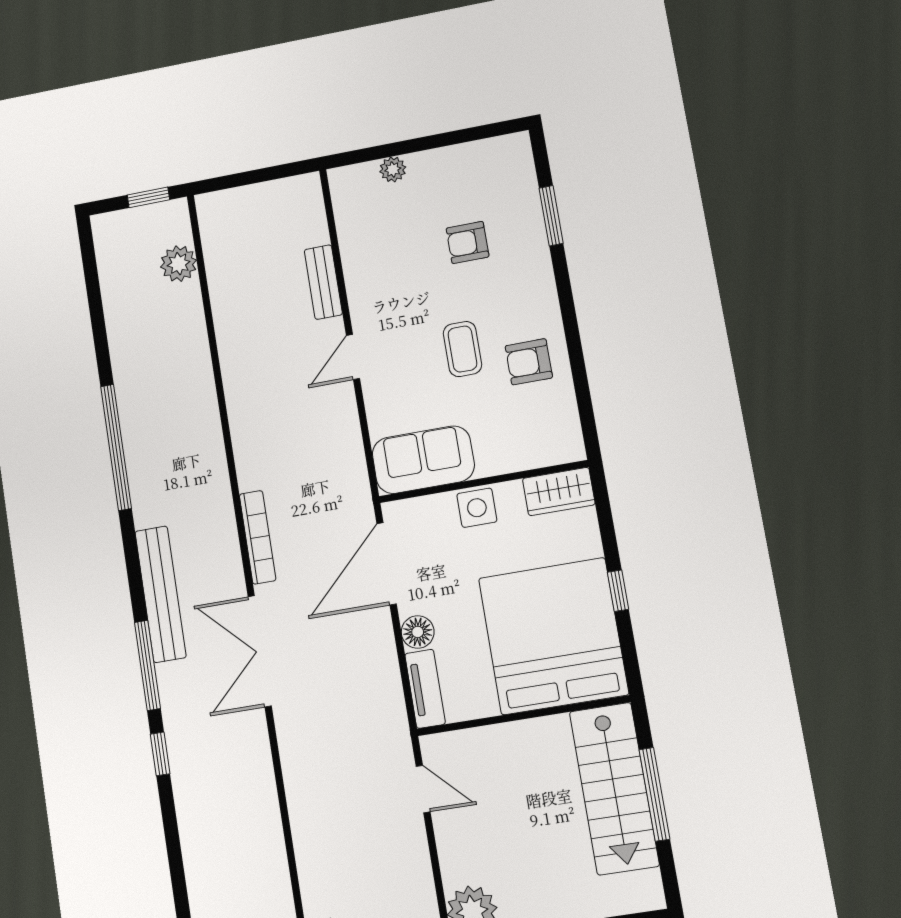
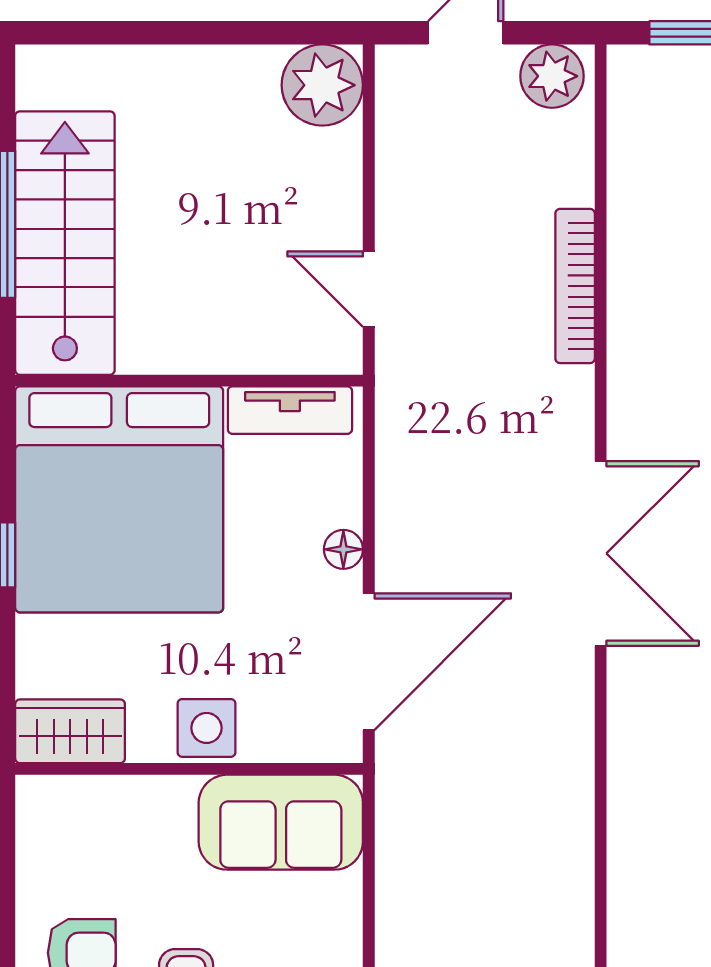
bookcase: (258, 537) -> (575, 286), moved
floor lamp: (418, 632) -> (343, 549), width x0.73, depth x0.73
tv unit: (425, 689) -> (290, 410), moved, turned -90

